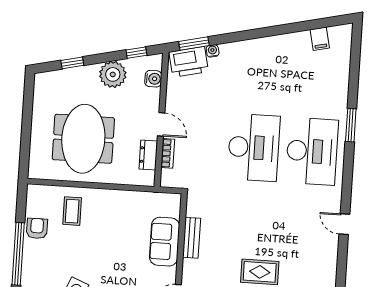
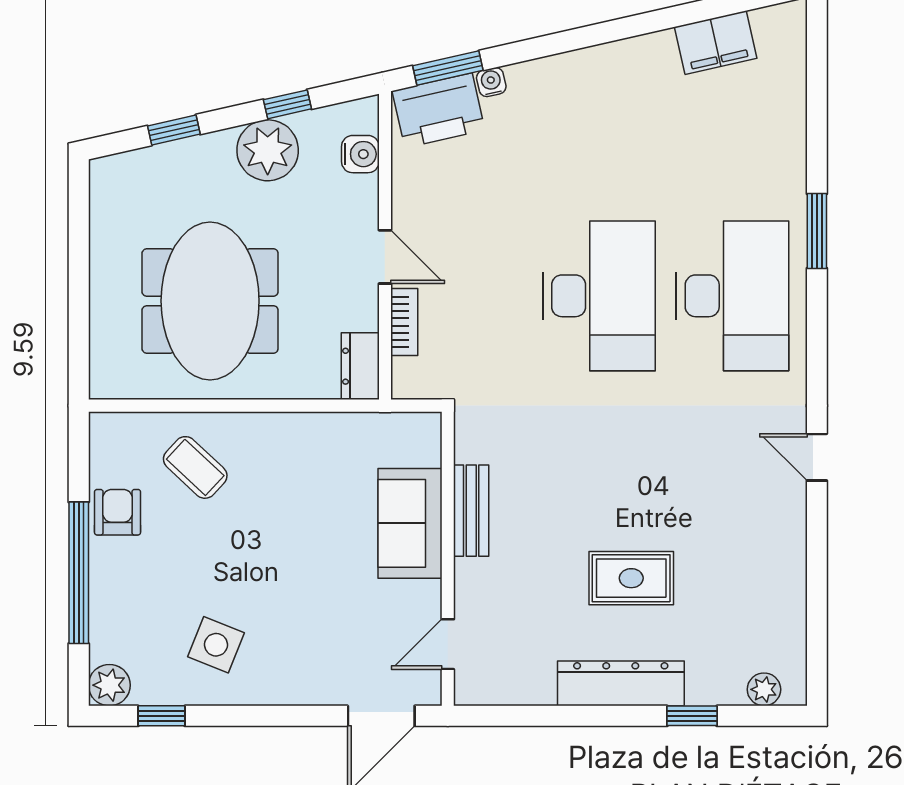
filing cabinet: (320, 39) -> (716, 43), width x2.00
window: (136, 53) -> (287, 104), moved
dresser: (148, 155) -> (360, 366), moved
coffee table: (72, 211) -> (195, 467), turned -47

